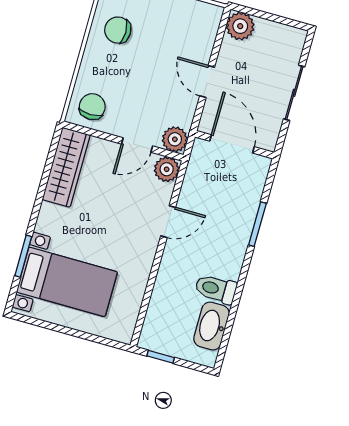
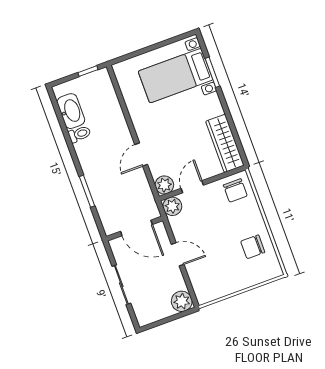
chair: (118, 30) -> (253, 247), turned 180
toilet: (216, 289) -> (80, 134), width x0.73, depth x0.72

